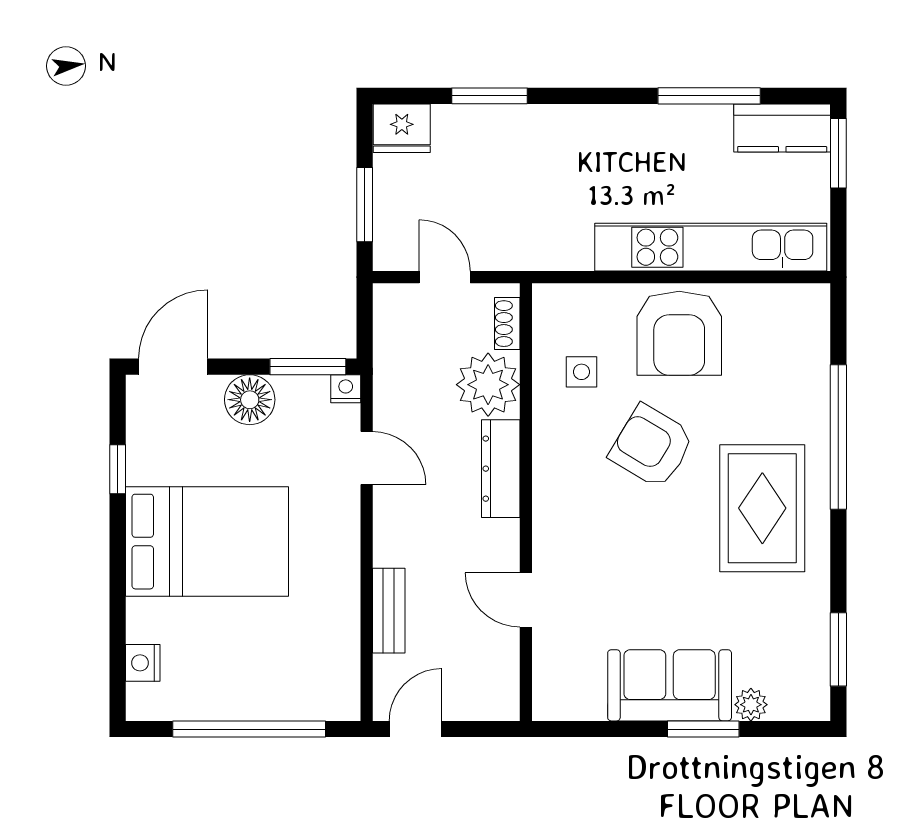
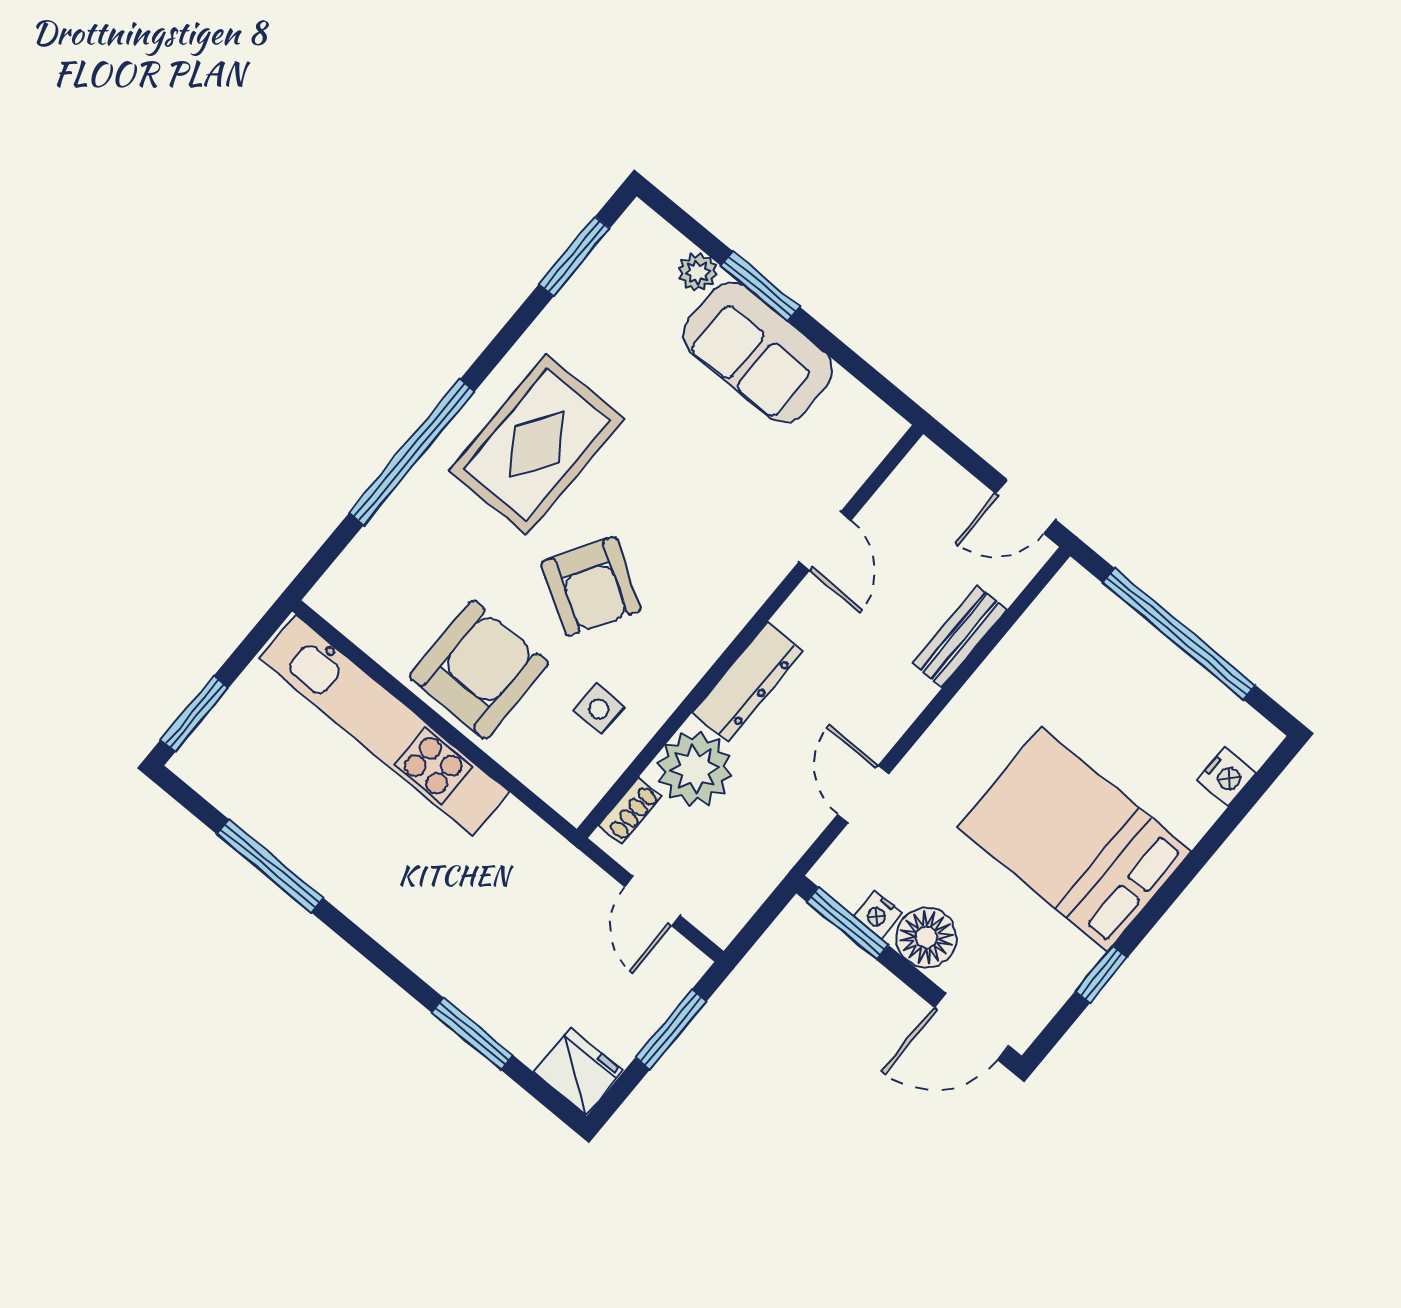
kitchen counter: (782, 128) -> (227, 780), removed
nightstand: (346, 389) -> (878, 914), moved

